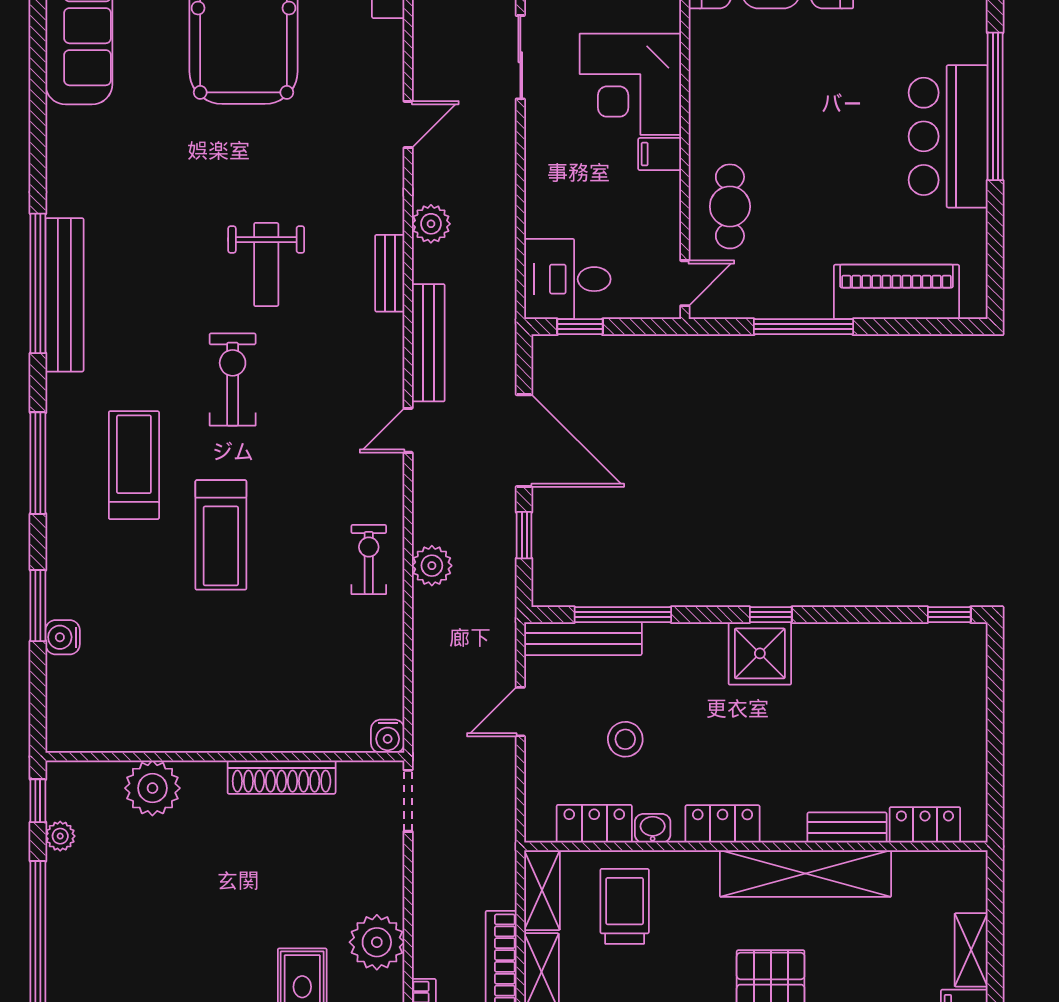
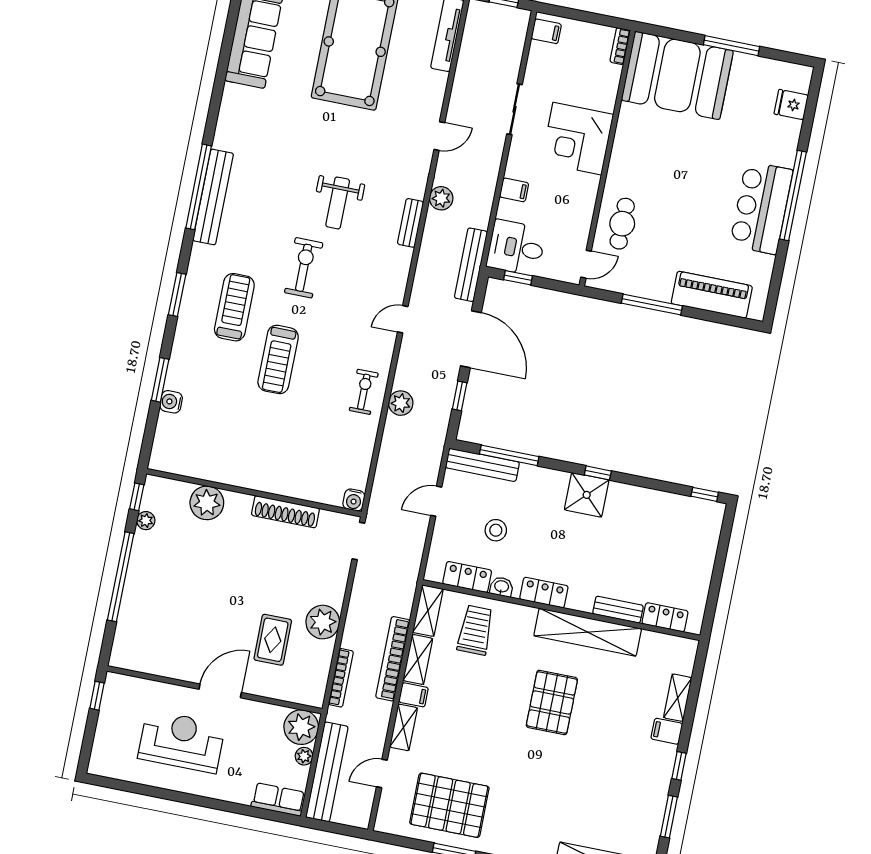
filing cabinet: (660, 154) -> (514, 190), moved, turned 180
bench: (428, 343) -> (471, 265), moved
window: (38, 463) -> (177, 295), width x0.69

